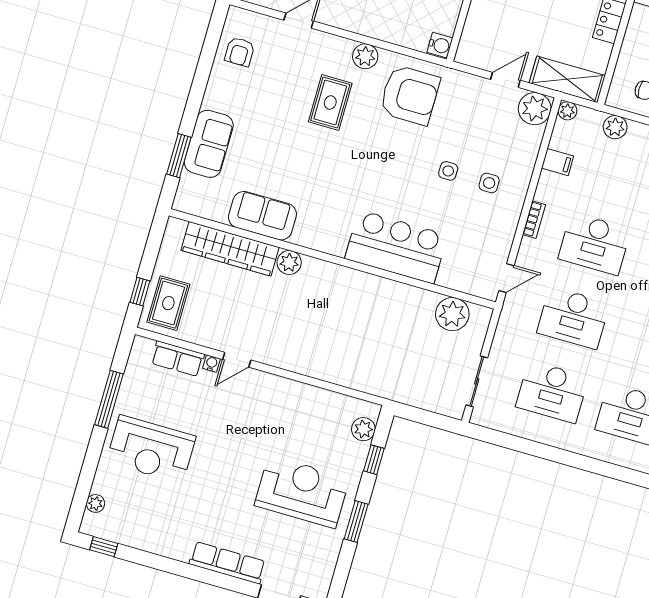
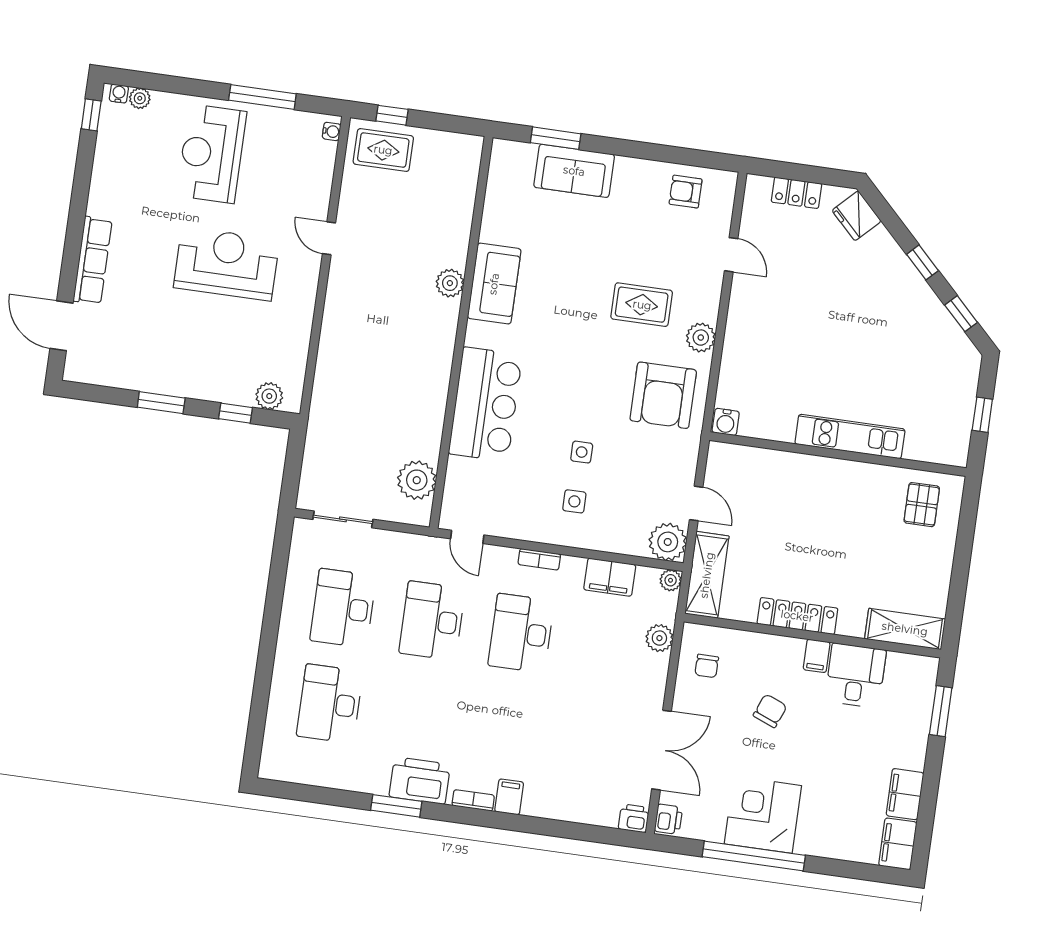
filing cabinet: (558, 162) -> (610, 577), width x2.00
sofa: (262, 216) -> (494, 284), moved
wardrobe: (230, 249) -> (456, 212), removed
row of seats: (178, 359) -> (321, 170), removed
water cooler: (212, 363) -> (332, 131), moved
reception desk: (302, 492) -> (227, 264), moved, turned -90
water cooler: (89, 521) -> (119, 94), added

